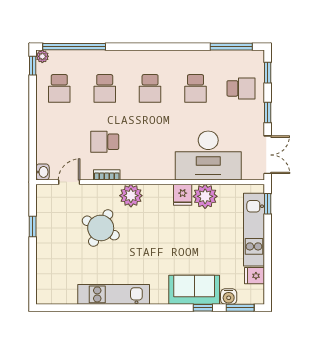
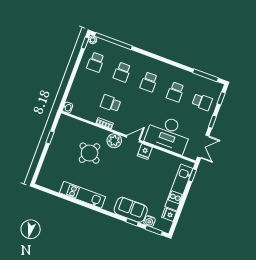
door: (69, 182) -> (133, 139), moved
plant: (205, 196) -> (158, 157), removed

